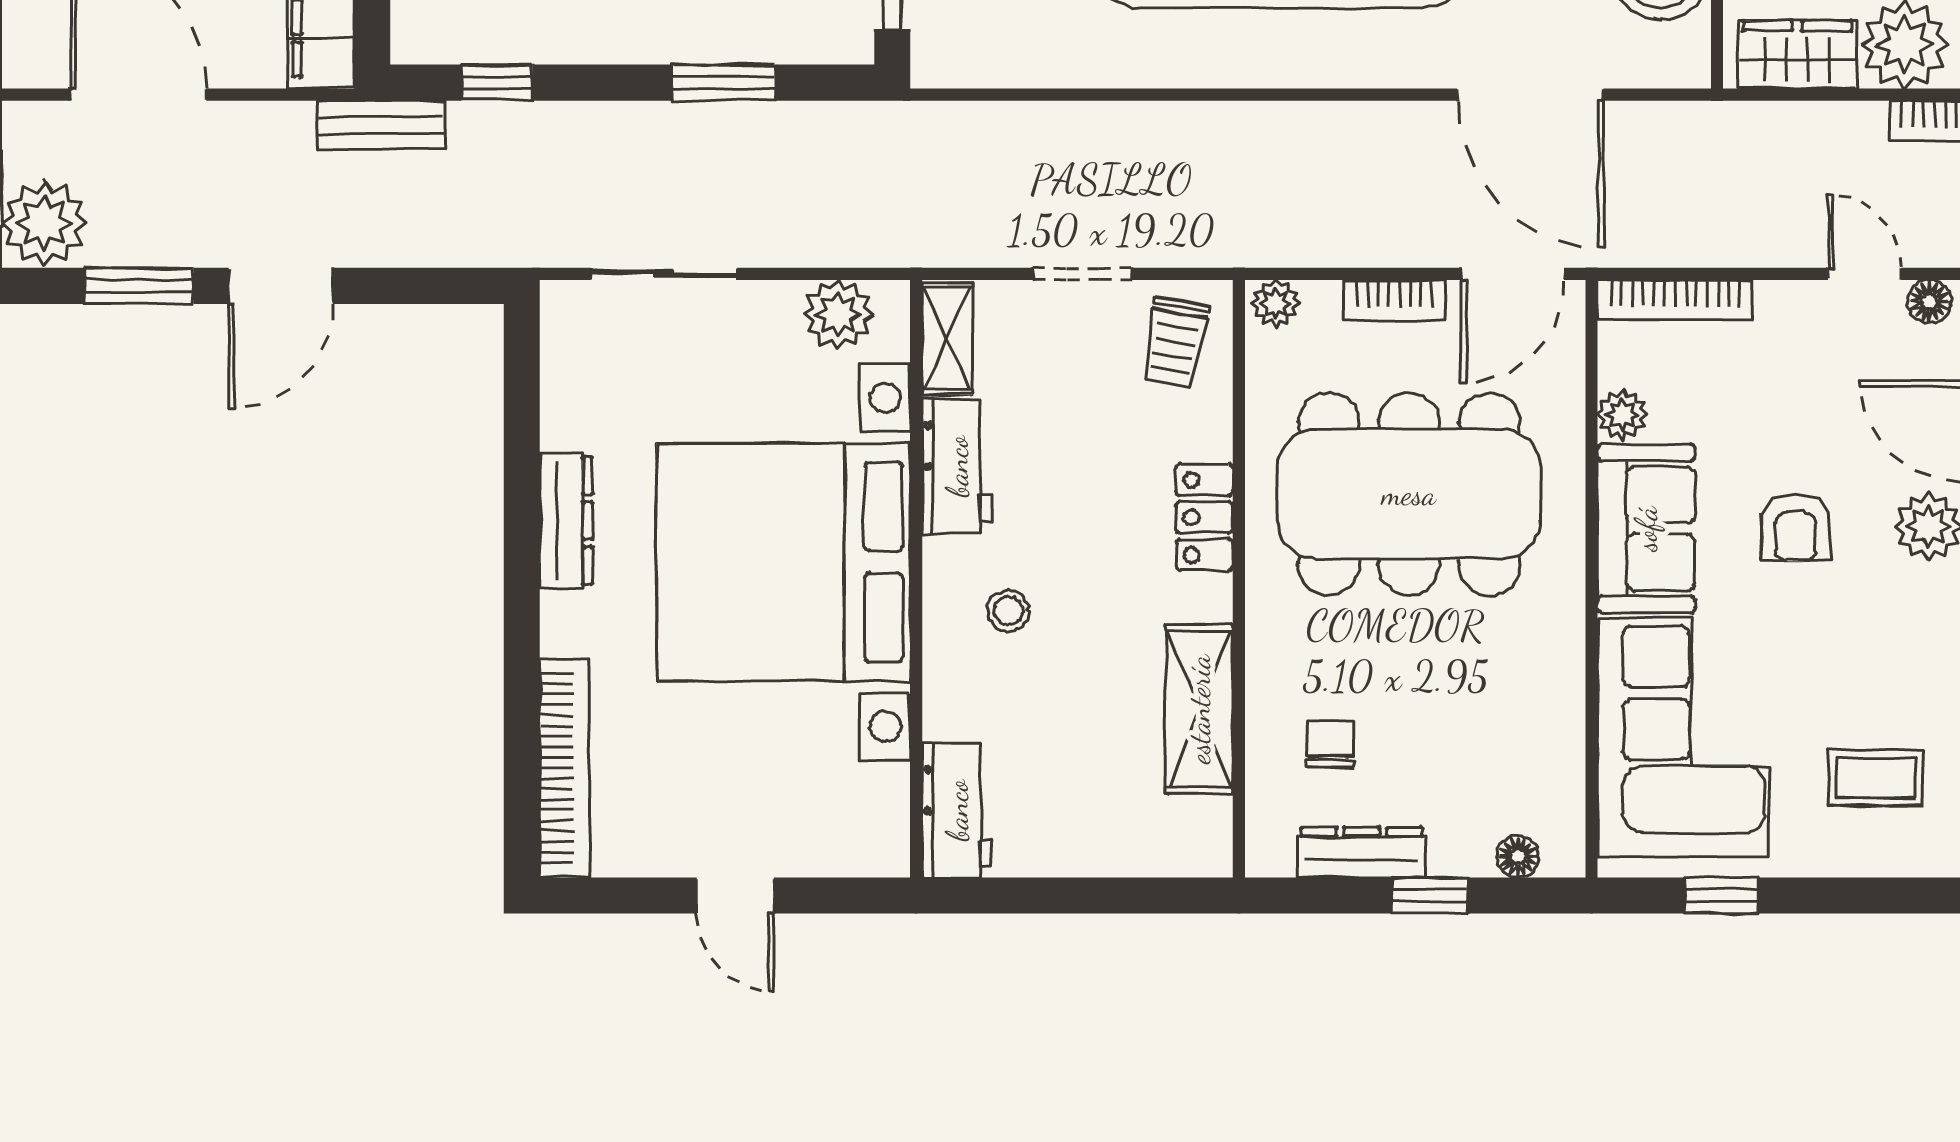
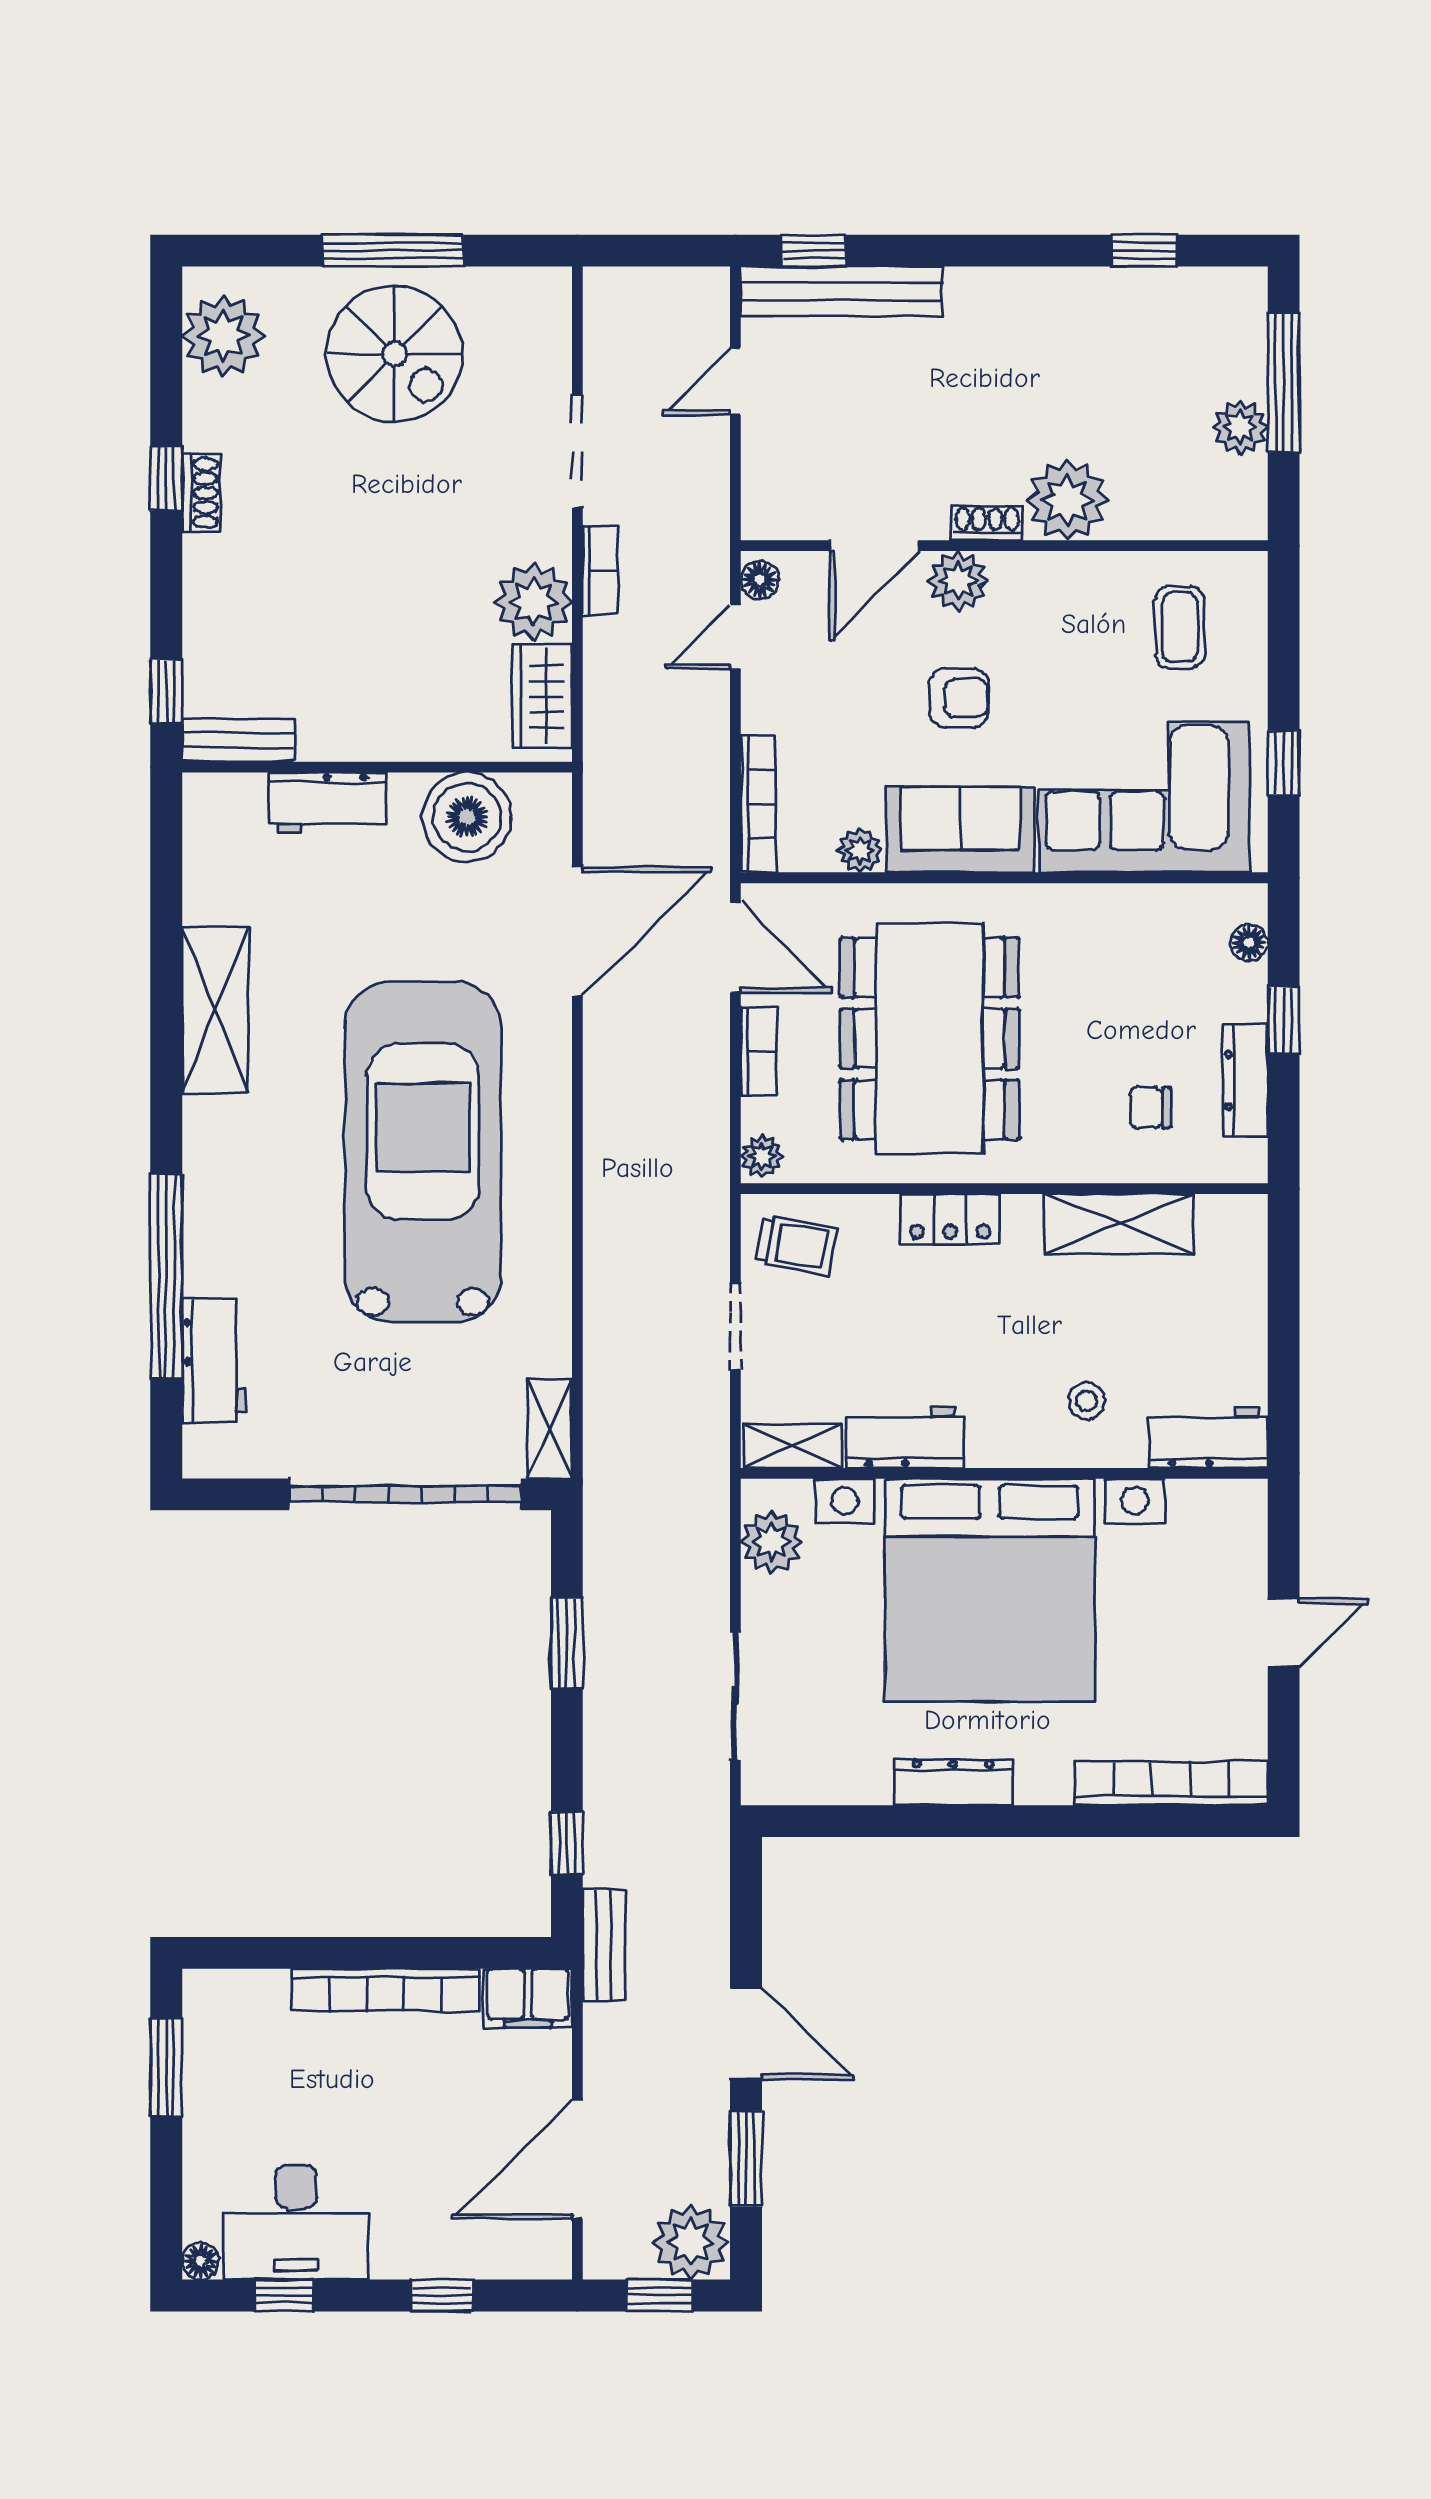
shelving: (967, 63) -> (550, 1429), added
stool: (1008, 611) -> (1086, 1401), moved

